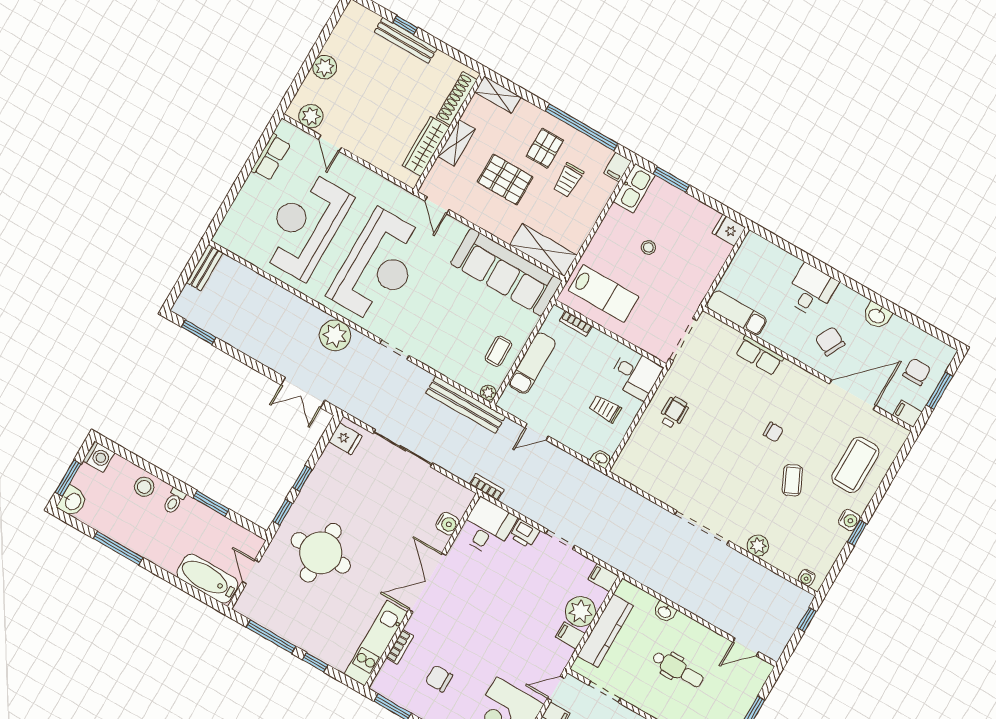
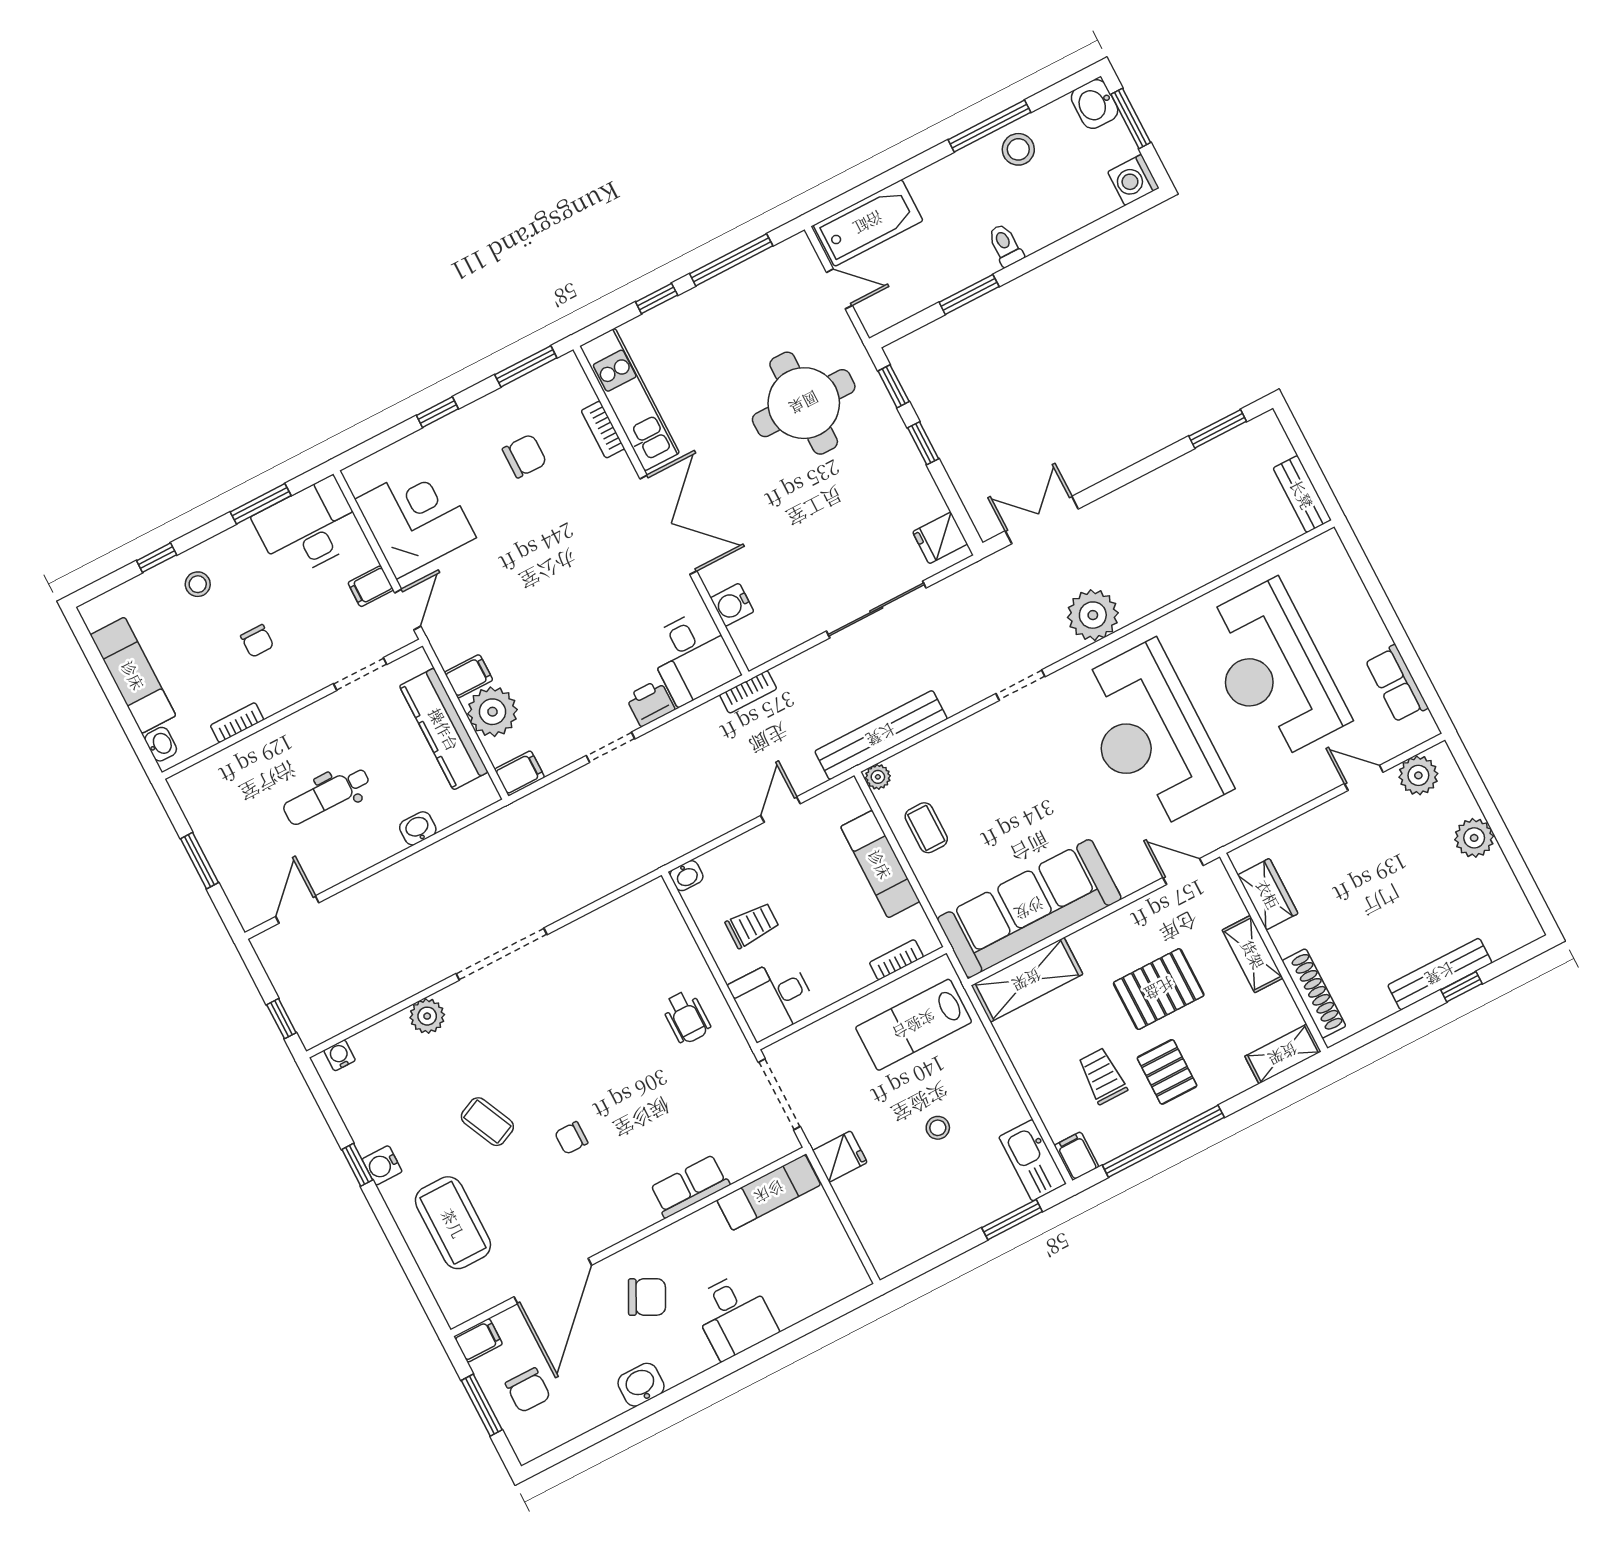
wardrobe: (426, 146) -> (1268, 894), width x0.67
reception desk: (305, 225) -> (1272, 671), turned 180
fridge: (729, 230) -> (840, 1157), moved
stool: (144, 487) -> (1018, 149), moved

